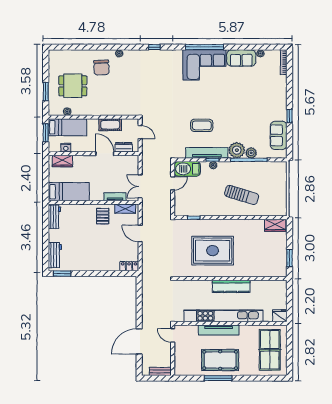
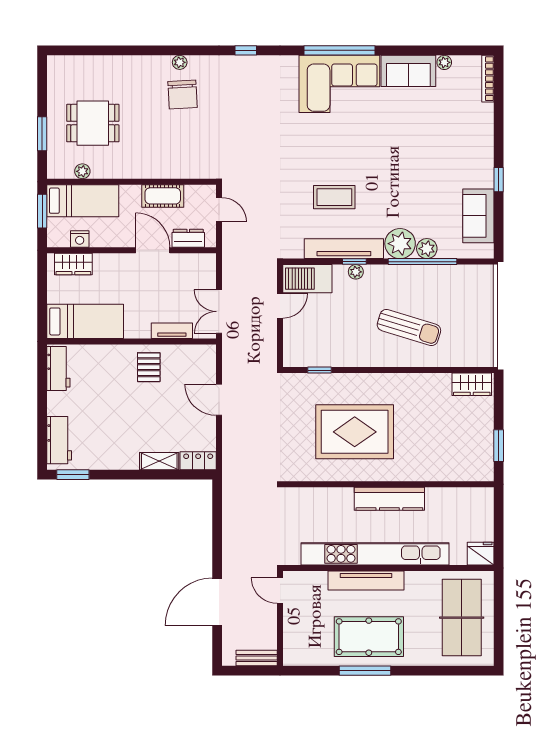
chair: (101, 68) -> (183, 95), moved
shelving: (125, 209) -> (159, 461), moved

